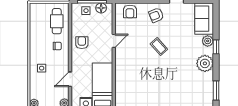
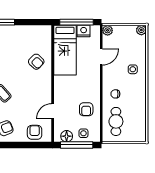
door: (114, 41) -> (53, 111), moved
armchair: (82, 43) -> (86, 109), moved
armchair: (128, 75) -> (36, 62), added

